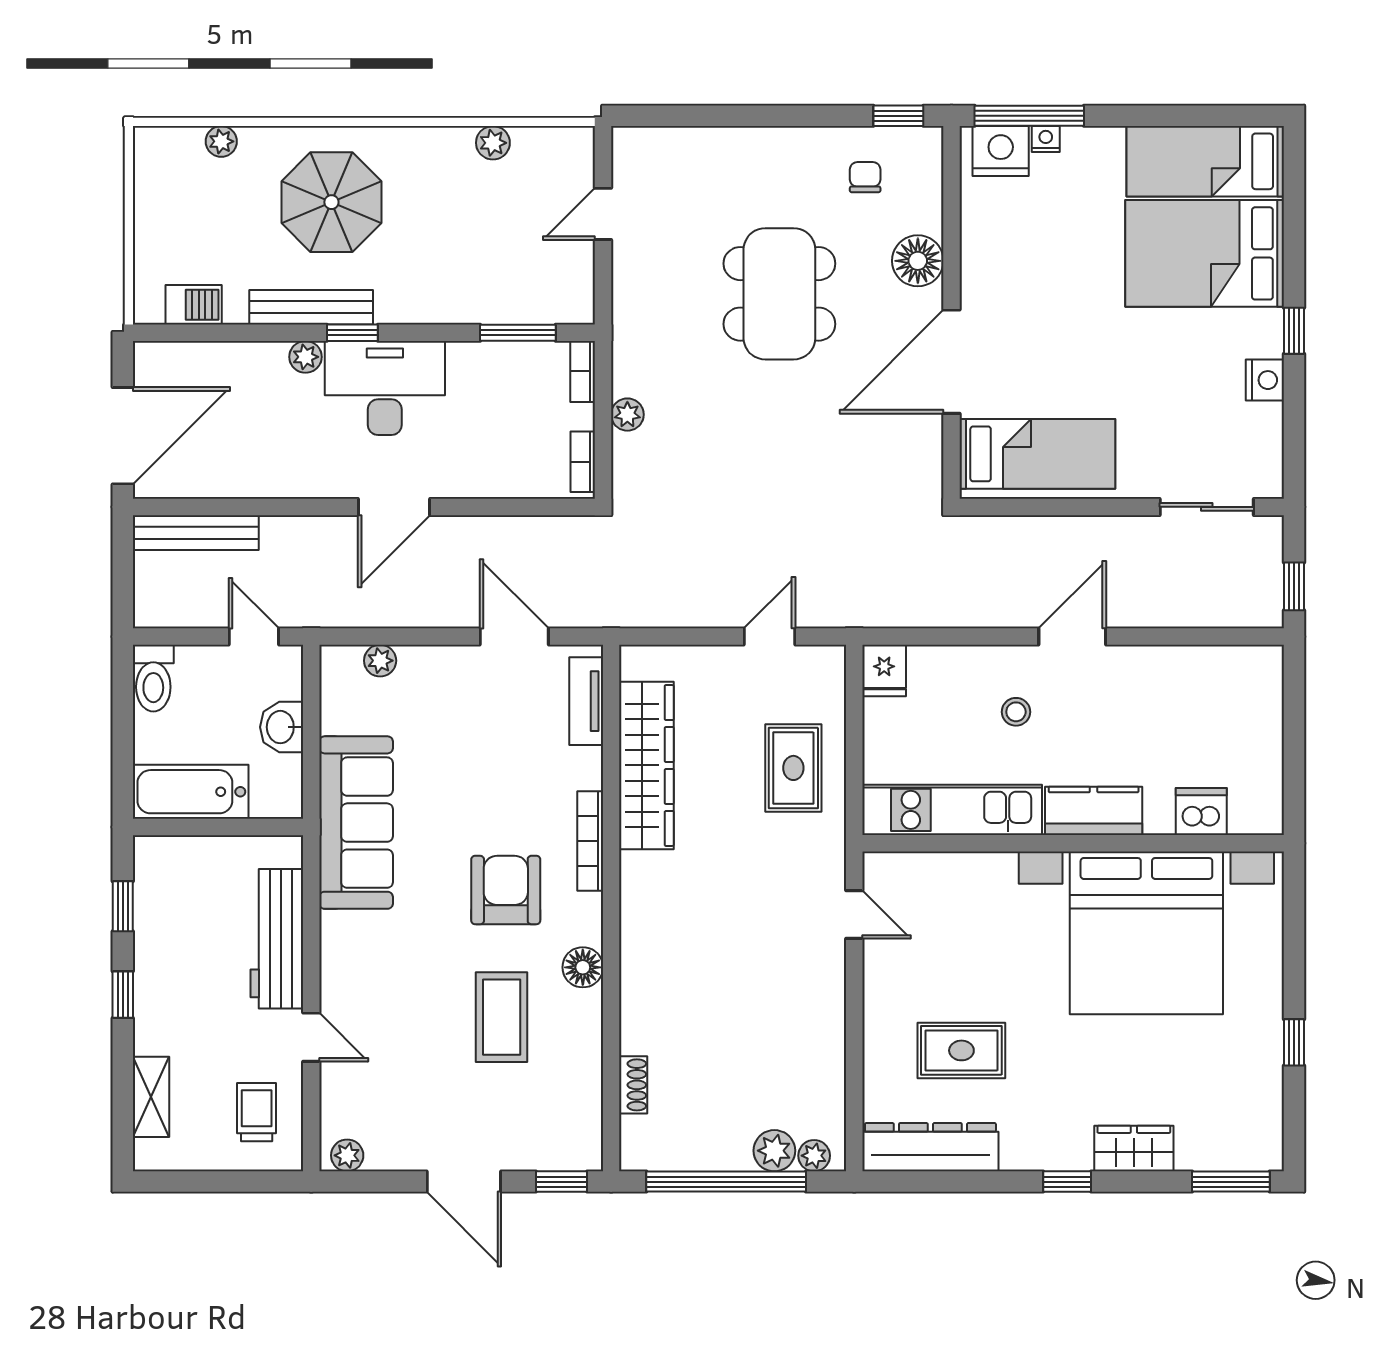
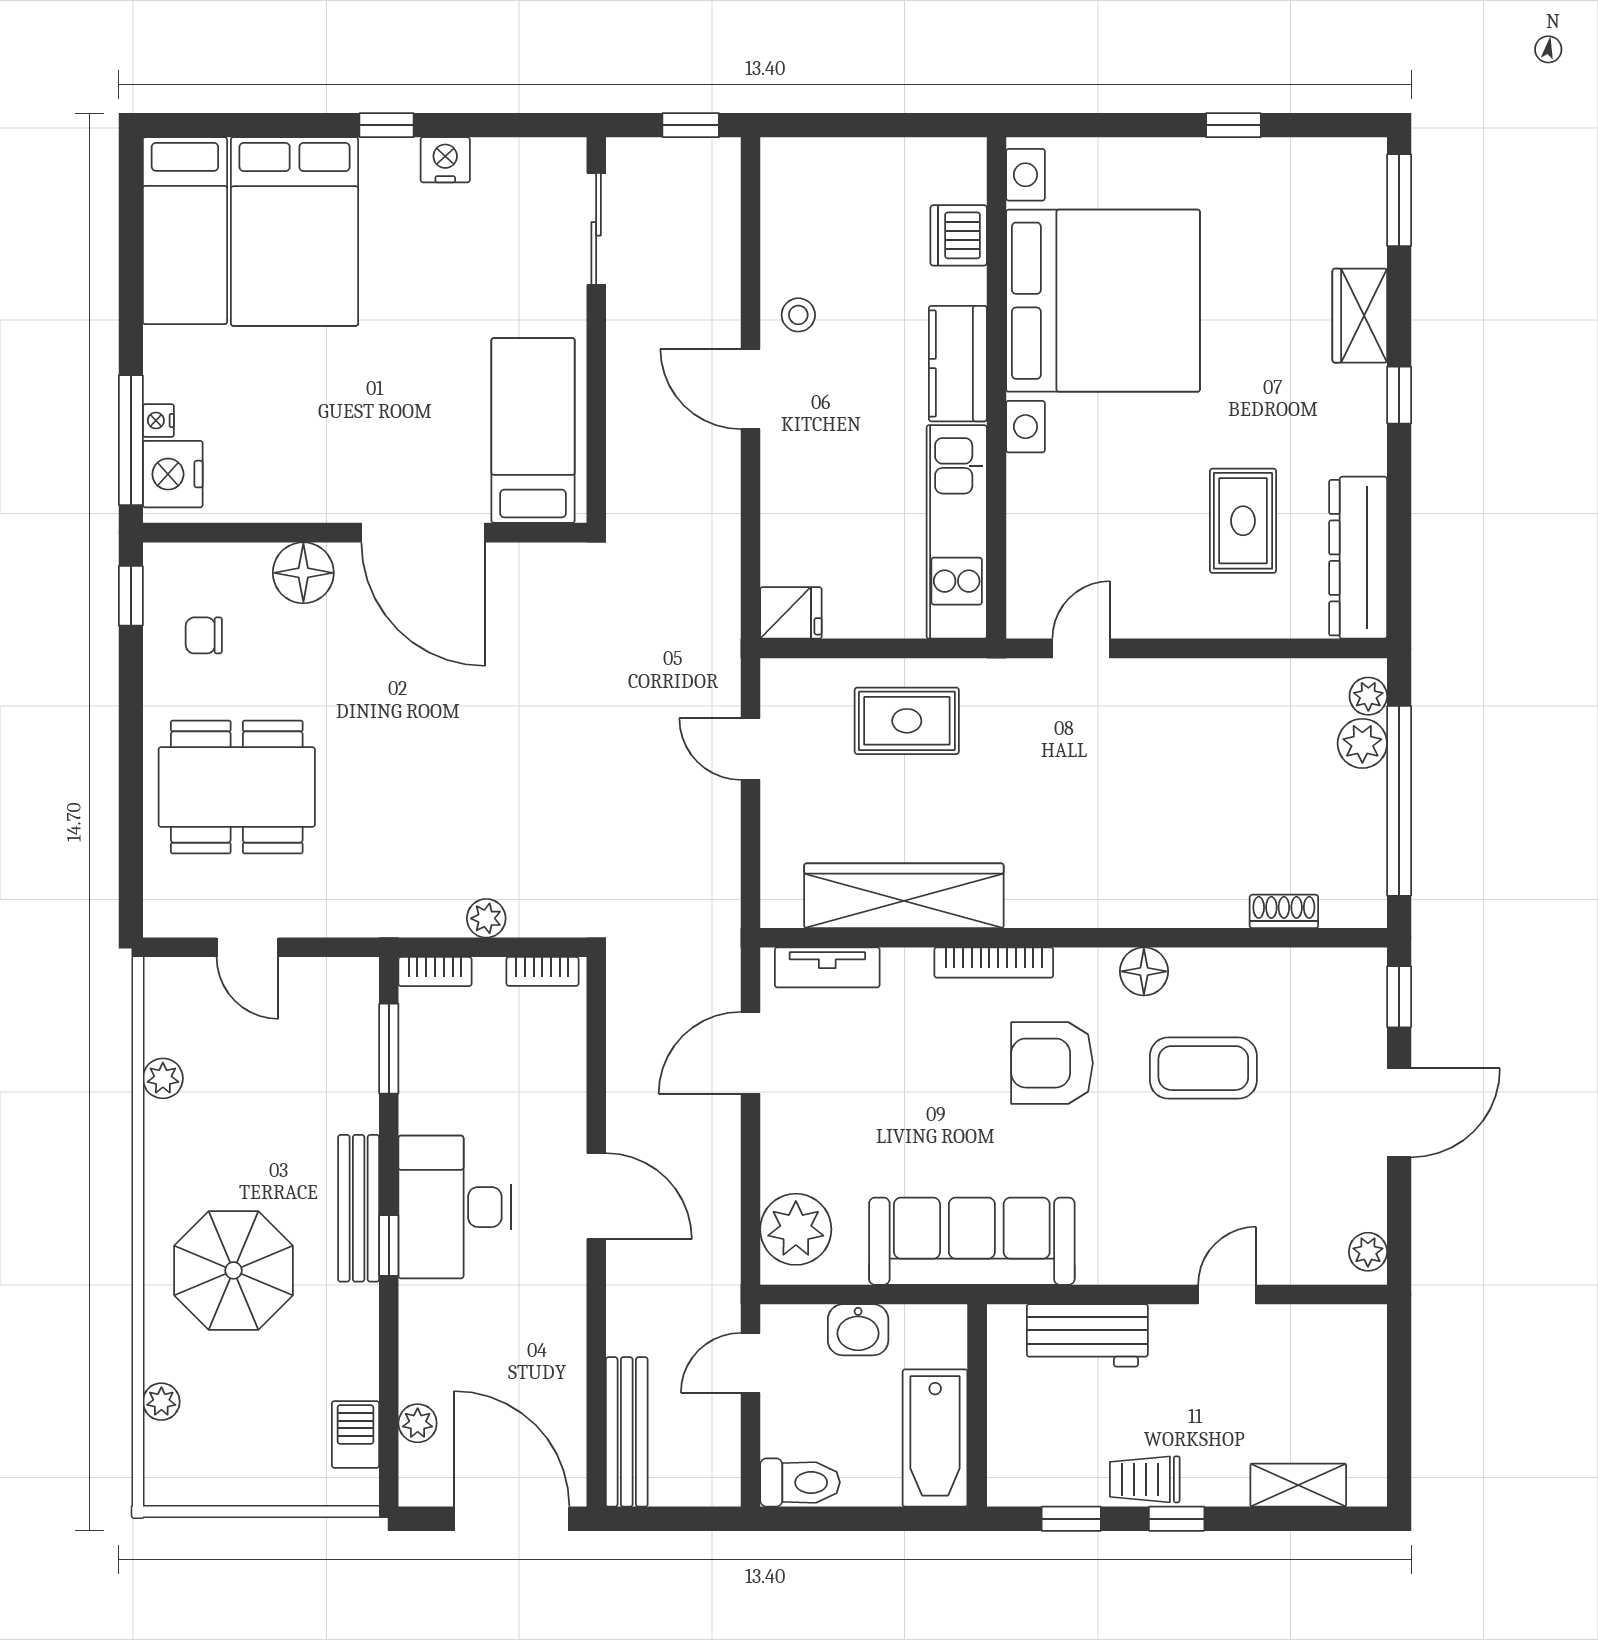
dining table: (779, 294) -> (237, 787), moved
bench: (311, 307) -> (359, 1208), moved
plant: (305, 357) -> (418, 1423), moved
plant: (380, 661) -> (796, 1229), width x1.87, depth x1.87
stool: (1016, 712) -> (798, 315), moved
workbench: (277, 939) -> (1087, 1335), width x0.73
trolley: (257, 1112) -> (1145, 1479), moved

